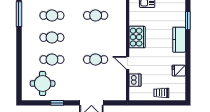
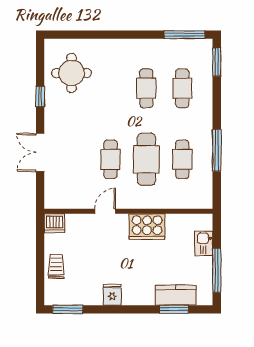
kitchen counter: (179, 40) -> (176, 295), moved
cafe table: (52, 60) -> (146, 159), moved, width x1.37, depth x1.35
fridge: (179, 71) -> (112, 295), moved
dishwasher: (135, 80) -> (55, 223), moved
window: (188, 86) -> (68, 309), added

